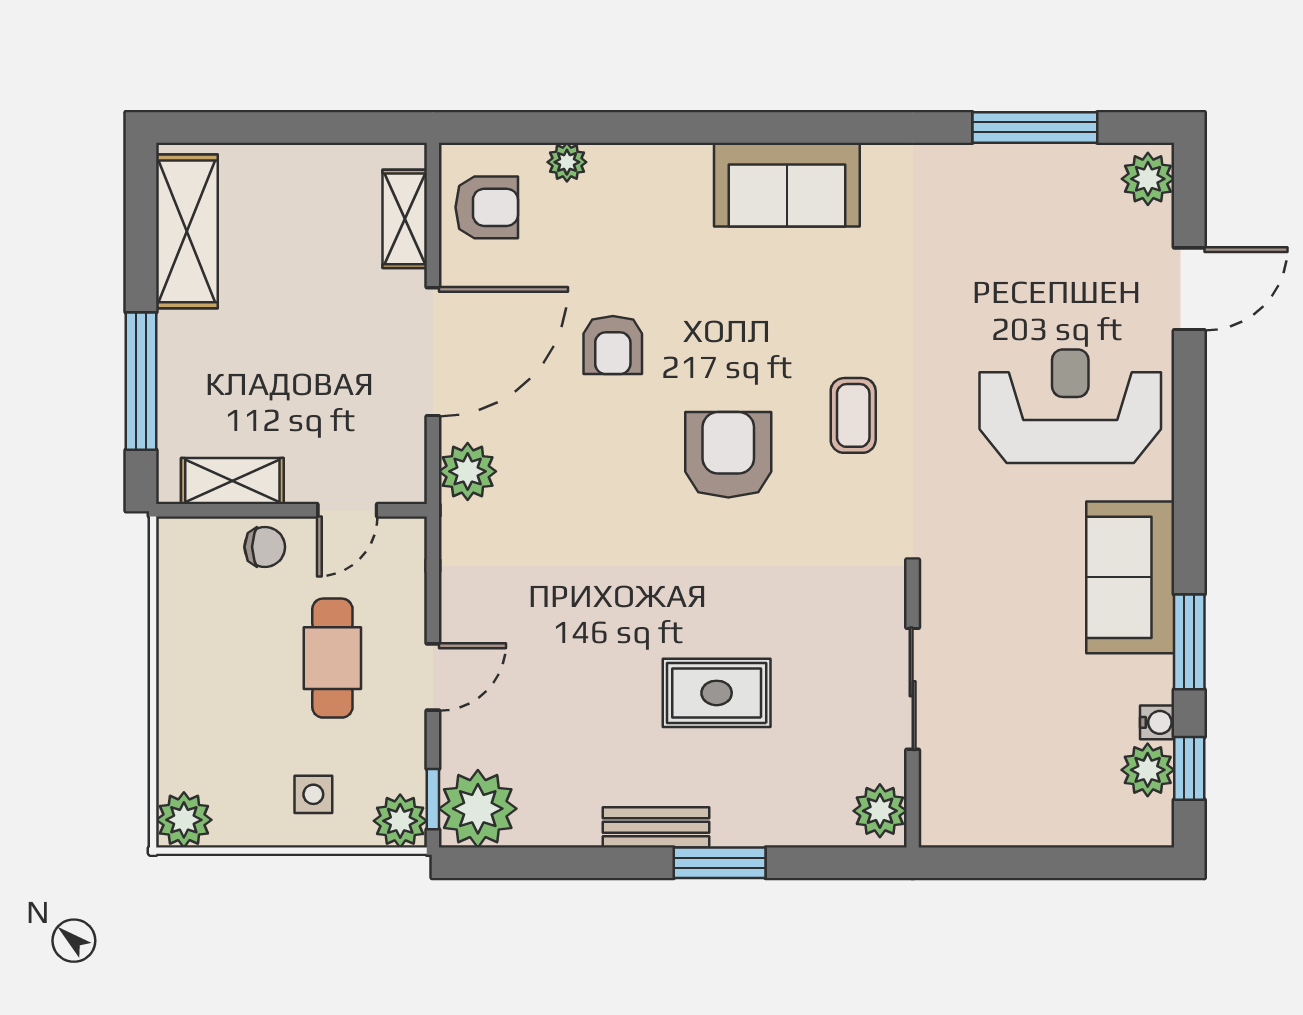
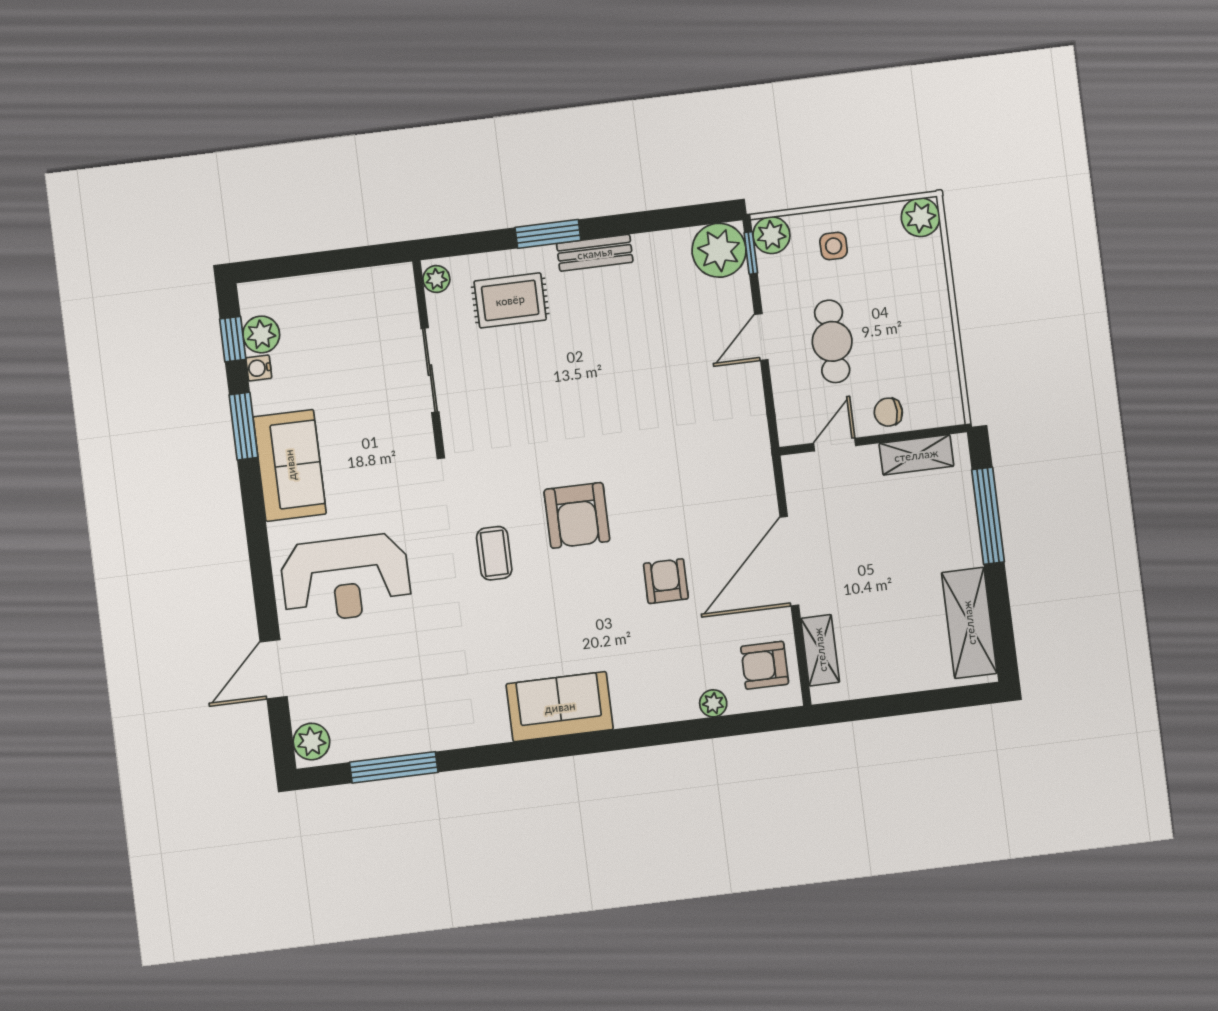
plant: (468, 471) -> (755, 482), removed
rug: (717, 693) -> (510, 300), moved
plant: (880, 811) -> (436, 279), width x0.73, depth x0.73

